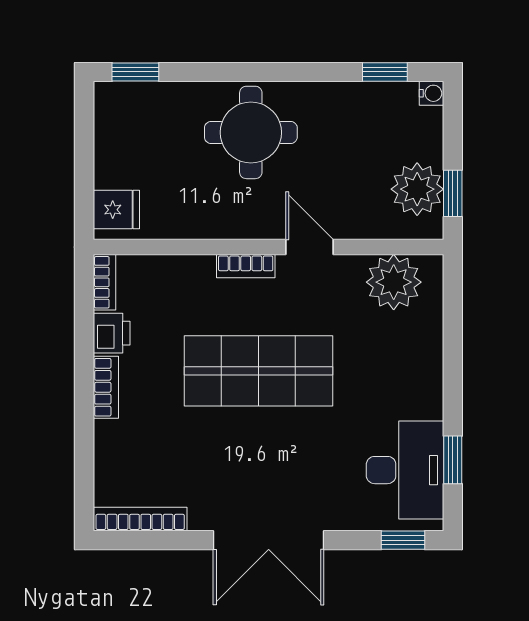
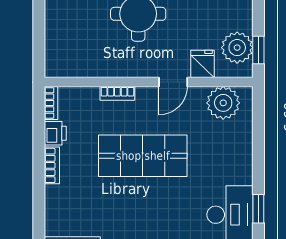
fridge: (116, 210) -> (202, 64), moved, turned -90
door: (309, 247) -> (173, 82), swing flipped
bookcase: (246, 266) -> (117, 93), moved

